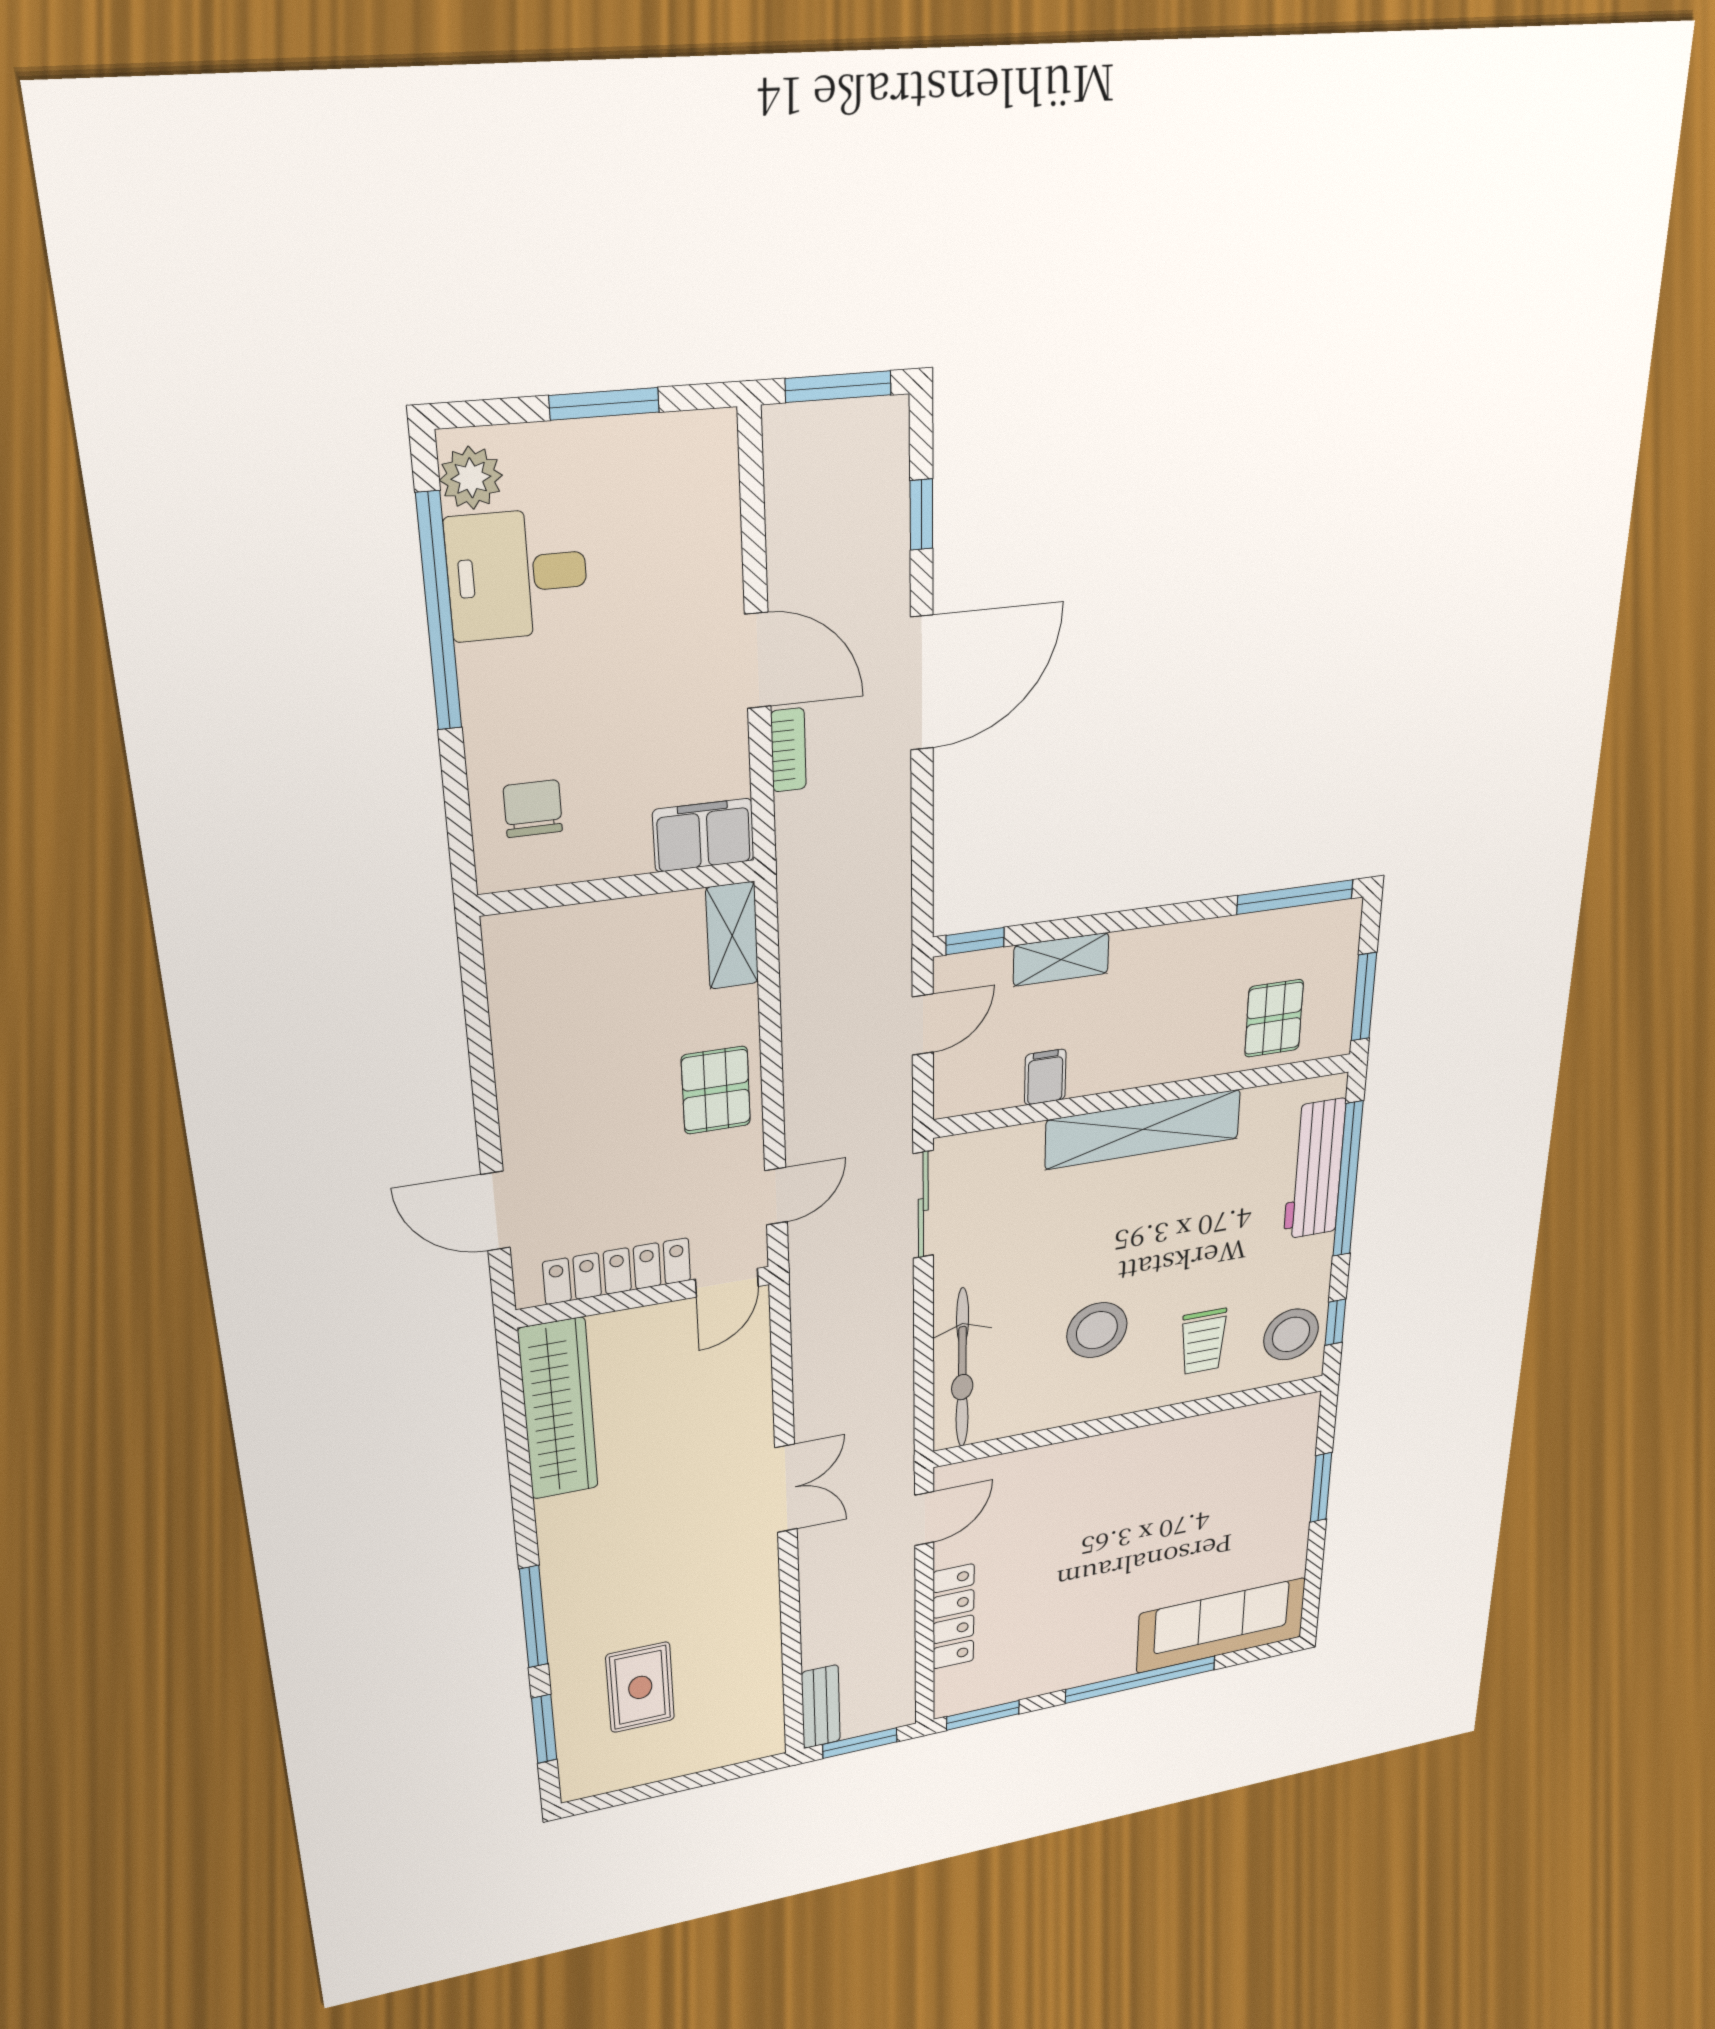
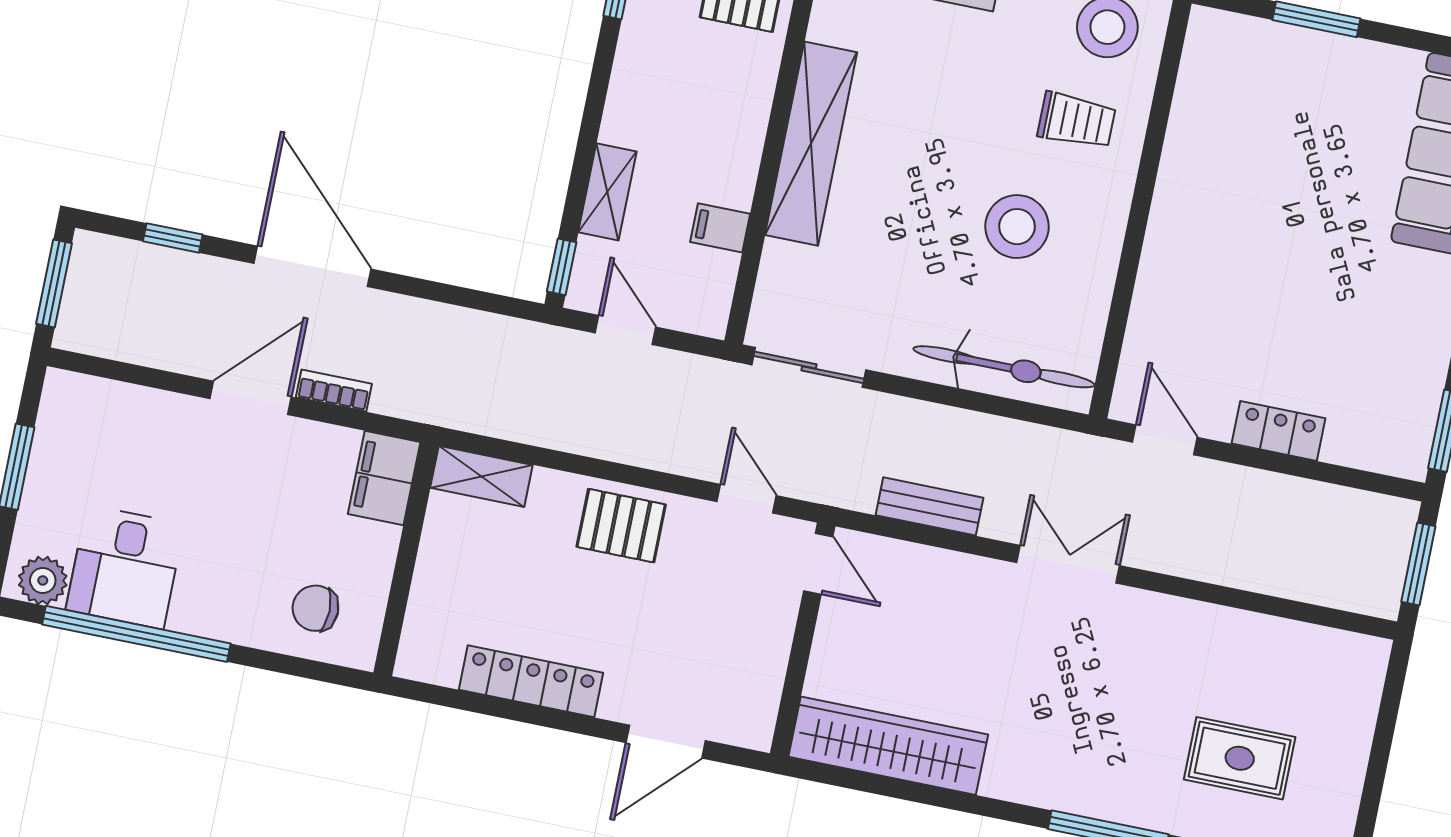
locker: (617, 1271) -> (531, 681), moved, turned 90
locker: (953, 1617) -> (1278, 431), width x0.66
bench: (821, 1707) -> (930, 506), moved

